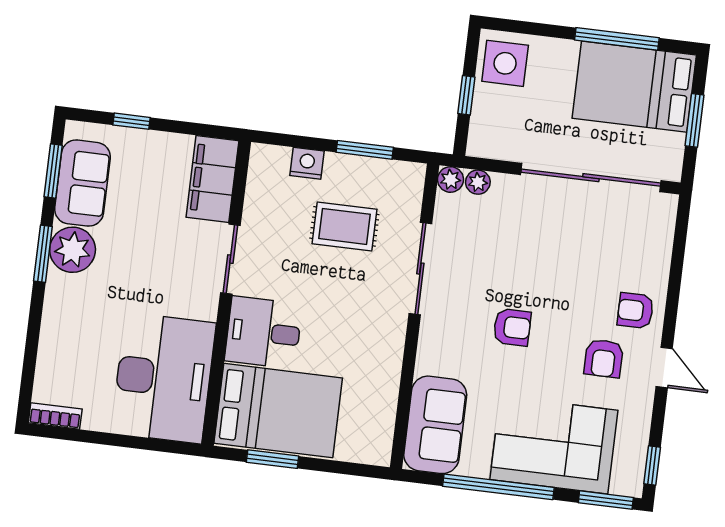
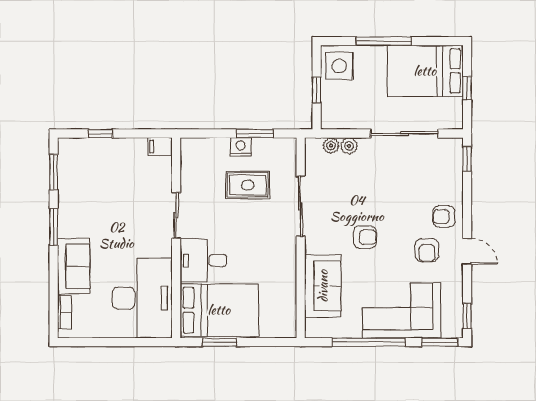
window: (617, 39) -> (384, 41), moved
window: (695, 120) -> (467, 88), width x0.67
nightstand: (307, 163) -> (241, 147), moved
sliding door: (591, 178) -> (404, 133), width x0.73
filing cabinet: (212, 179) -> (160, 147), width x0.33, depth x0.86
plant: (451, 179) -> (349, 146), moved
sofa: (82, 183) -> (74, 266), moved
window: (681, 228) -> (467, 159), added
plant: (73, 250) -> (73, 222), removed
bookcase: (55, 416) -> (64, 312), moved, turned 90
sofa: (435, 425) -> (323, 286), moved

